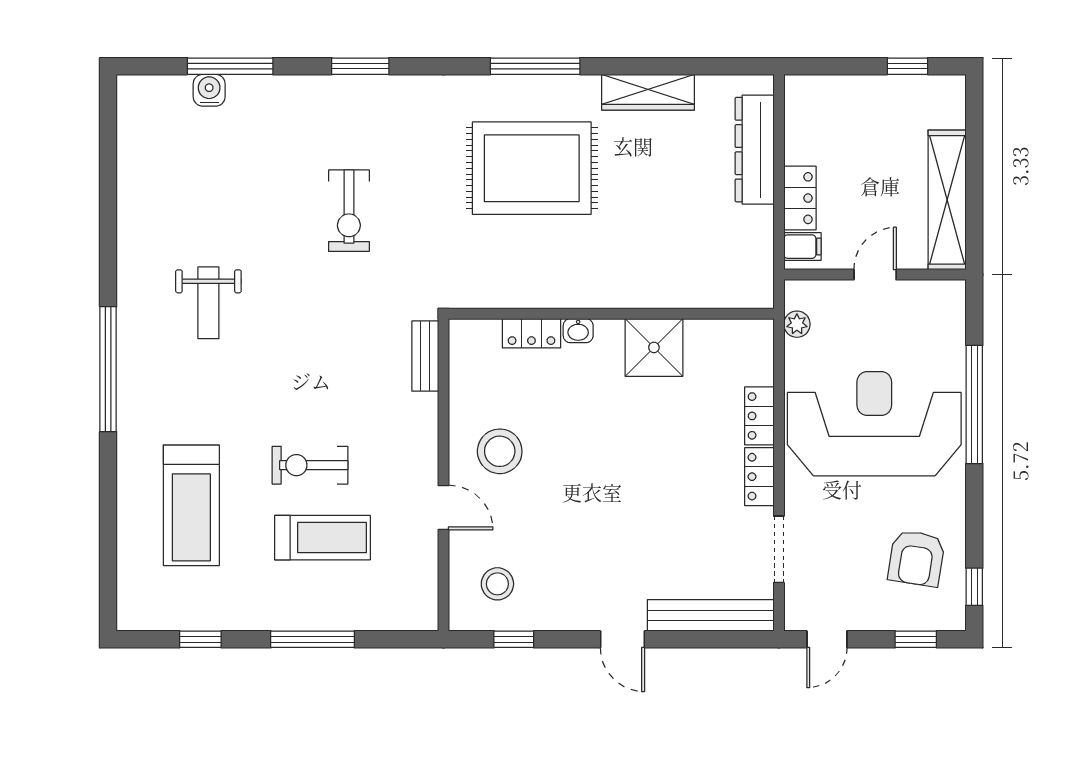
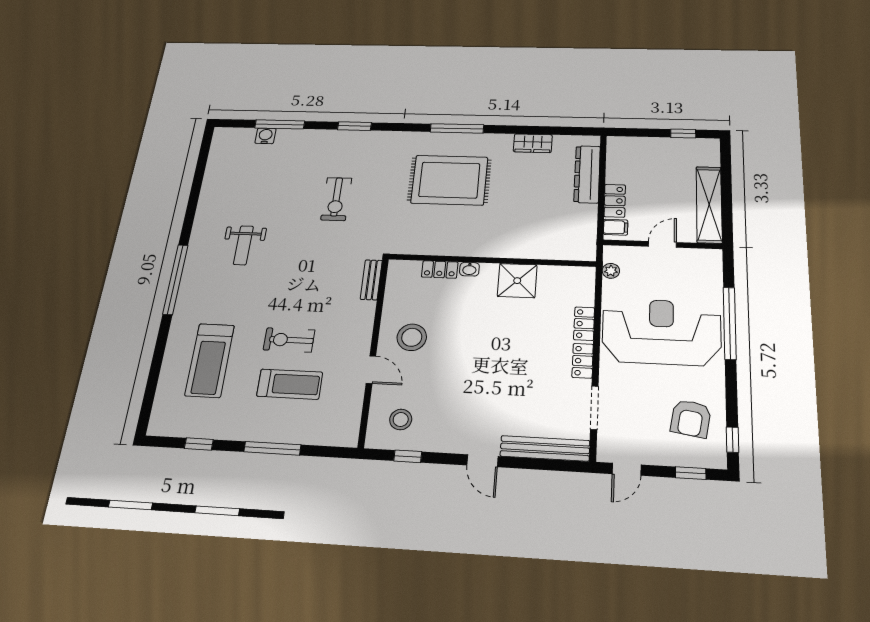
wardrobe: (648, 92) -> (533, 143), width x0.67

